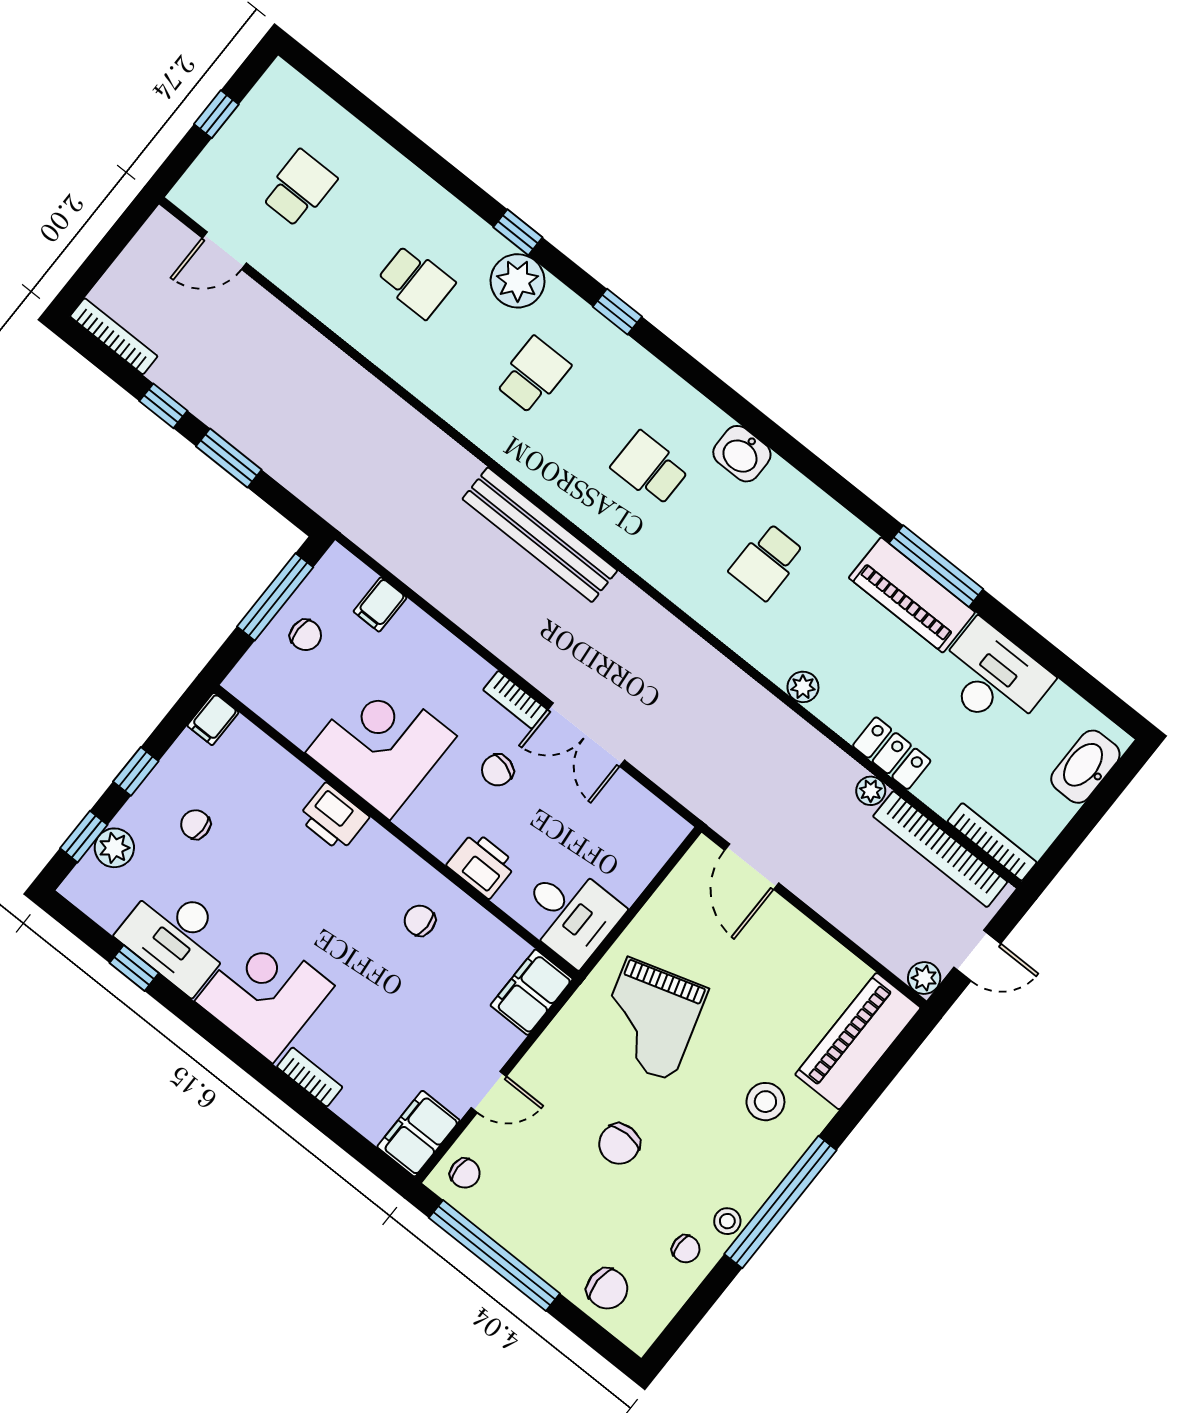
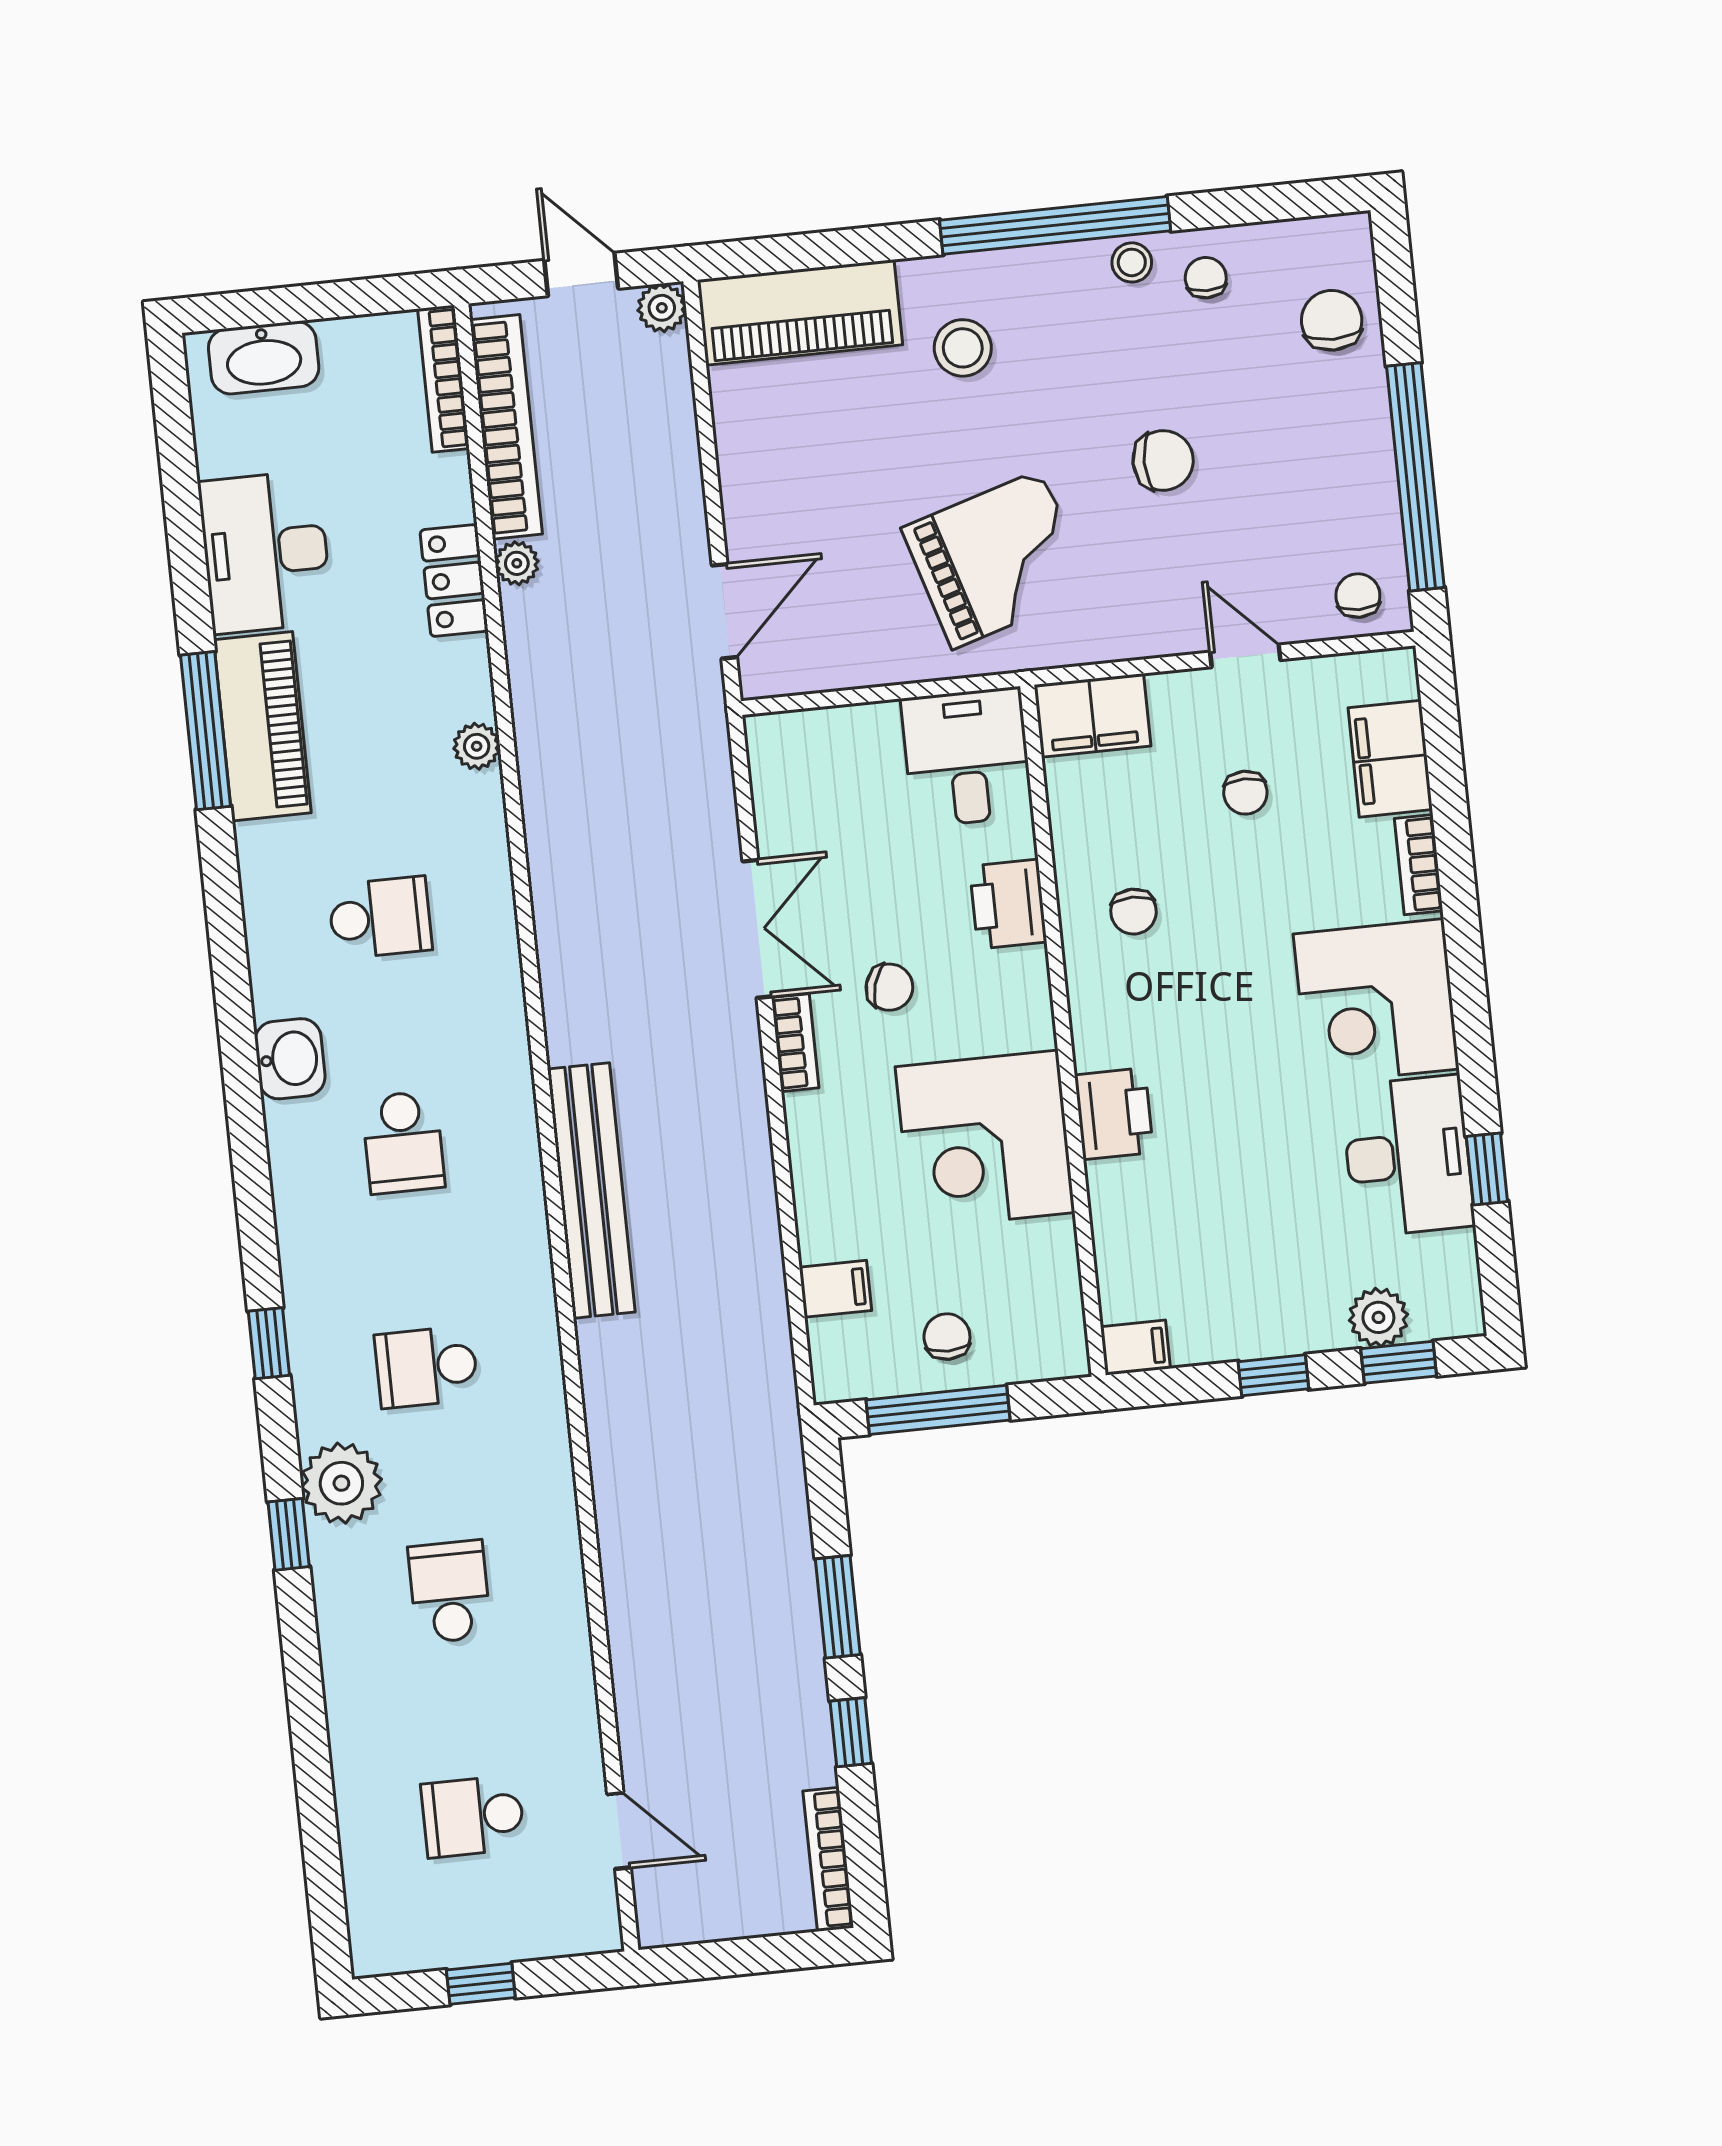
chair: (196, 824) -> (1245, 793), moved
filing cabinet: (418, 1134) -> (1390, 759), moved, turned 90

